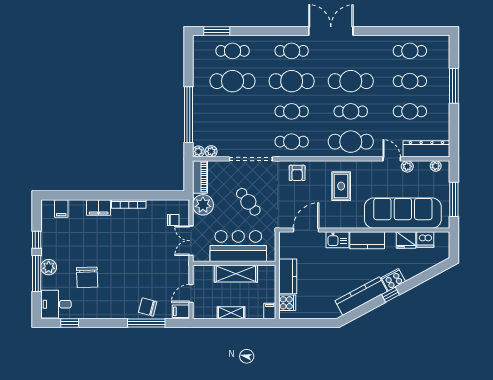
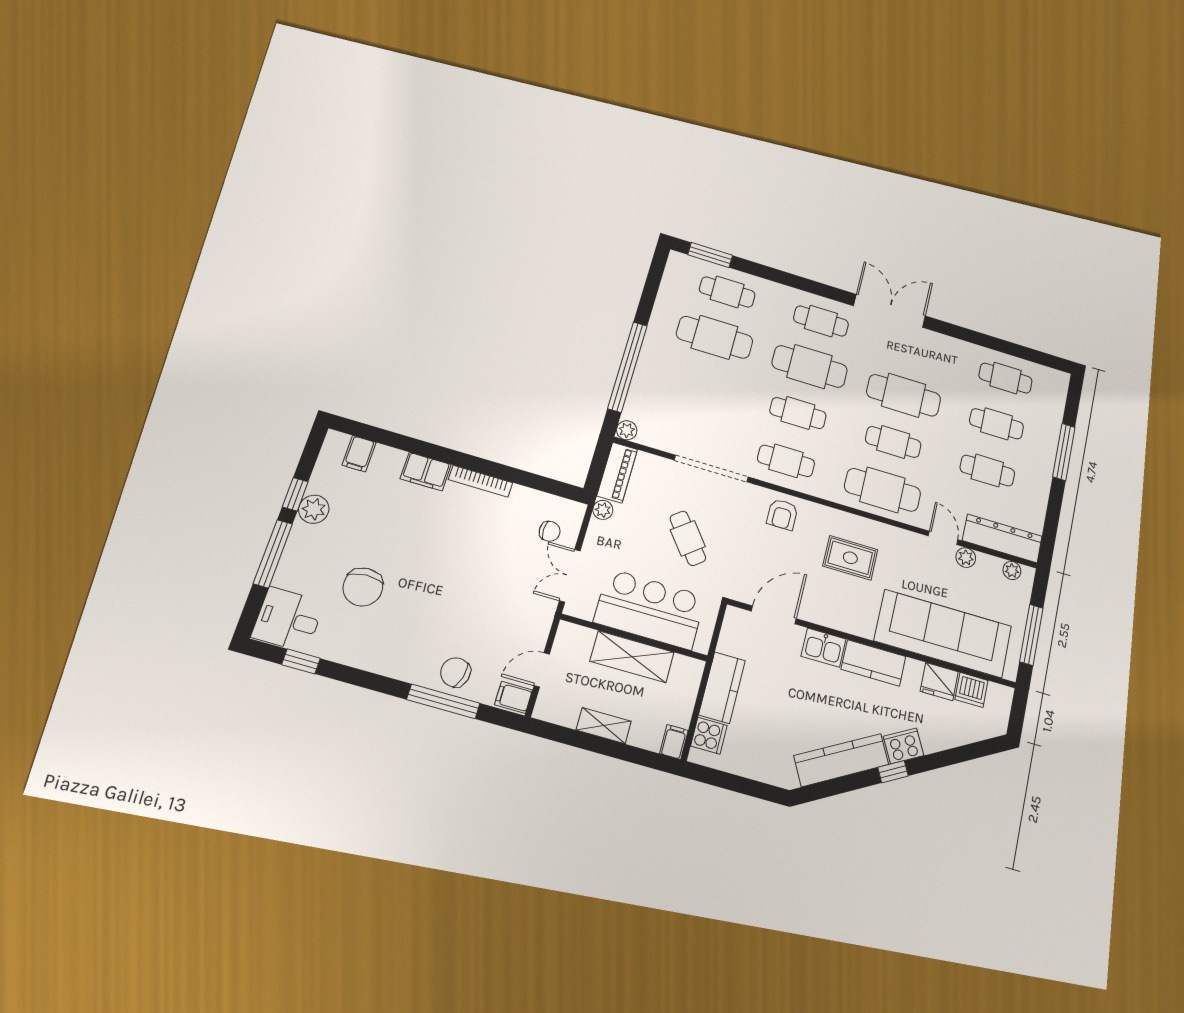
plant: (211, 151) -> (648, 436), removed
rug: (341, 186) -> (850, 558), turned 90
plant: (203, 205) -> (603, 510), width x0.53, depth x0.53
plant: (49, 267) -> (314, 509), moved

